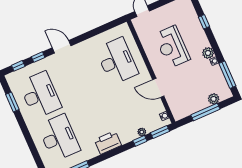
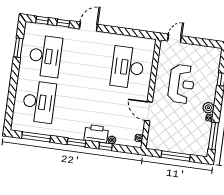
door: (62, 47) -> (88, 27), hinge flipped
reception desk: (172, 47) -> (181, 84), turned 180
desk: (117, 61) -> (128, 67), turned 180
plant: (214, 99) -> (189, 149), removed
window: (160, 132) -> (76, 142), moved
printer: (108, 143) -> (96, 134), moved

